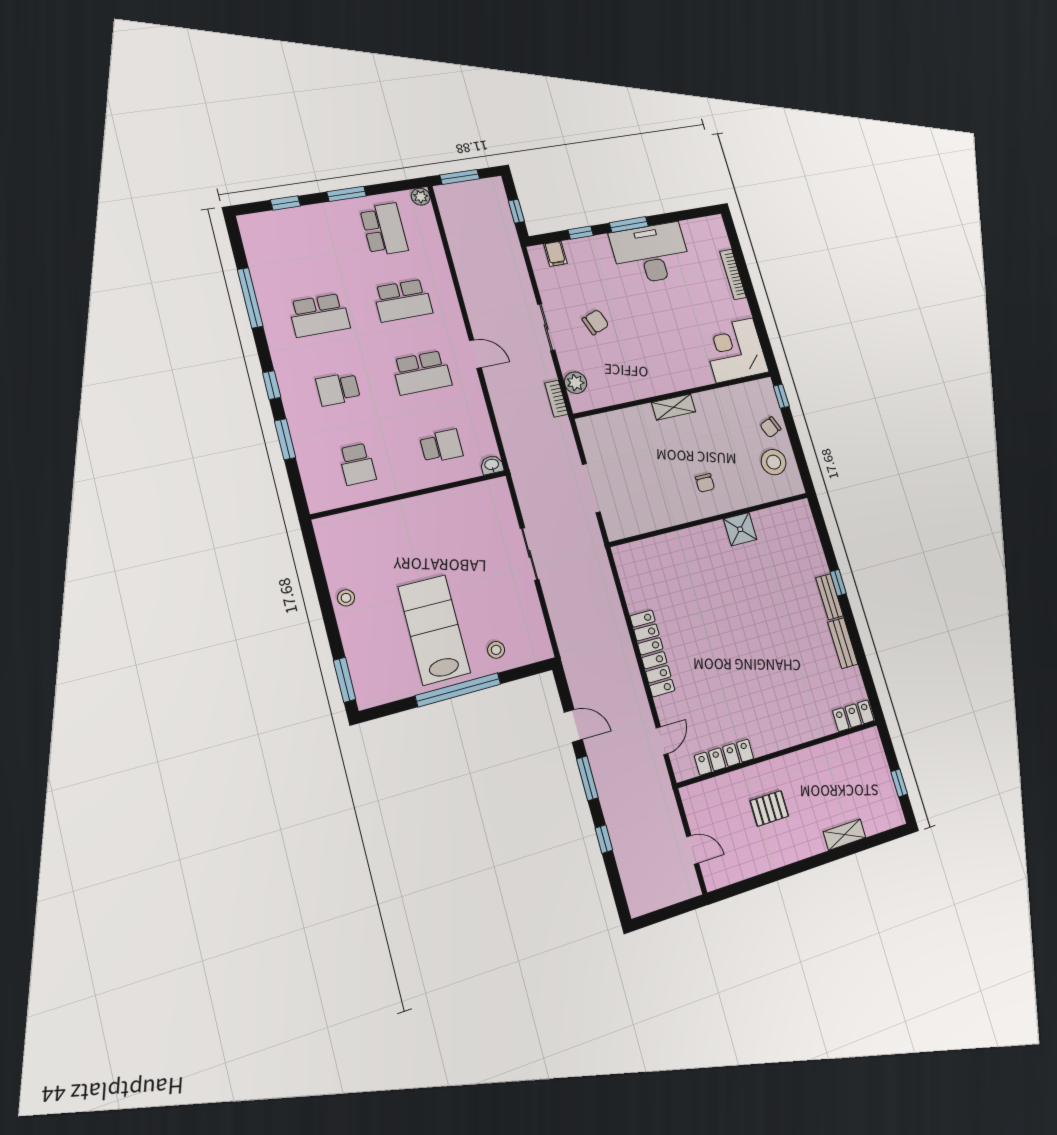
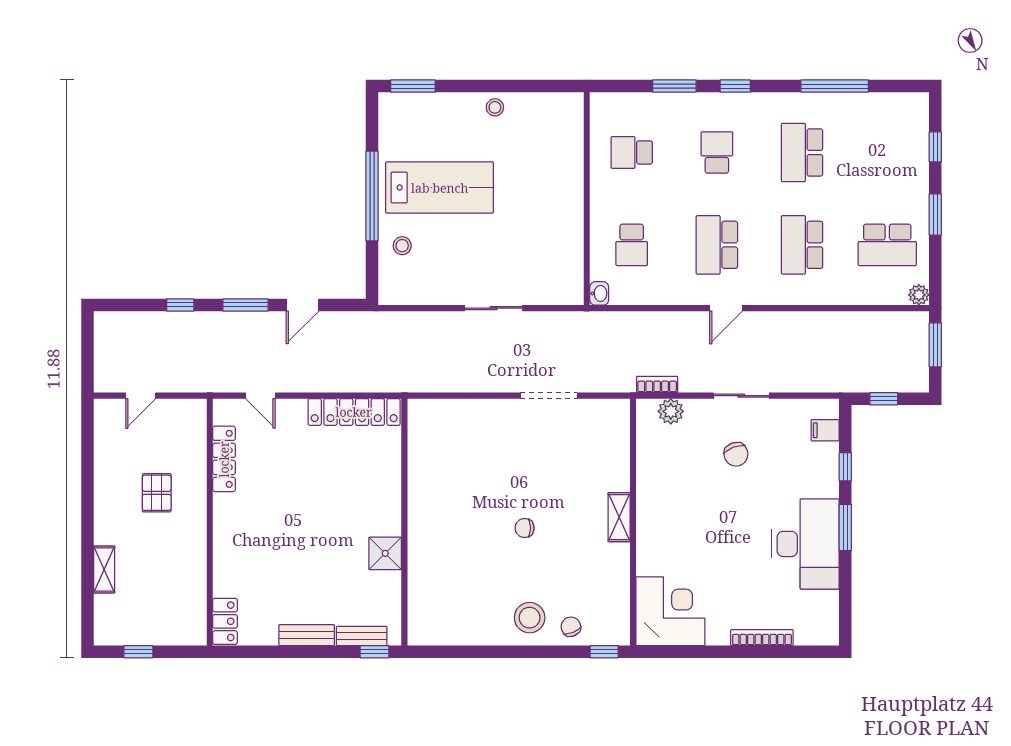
wall: (711, 519) -> (404, 522), moved
shower: (740, 529) -> (385, 553), moved

